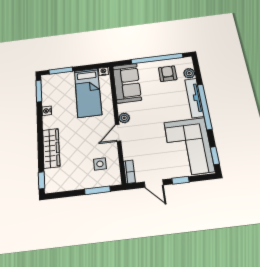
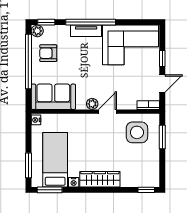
plant: (189, 73) -> (37, 31), moved
bed: (88, 92) -> (55, 160), moved, turned -90
tv unit: (194, 98) -> (86, 31), width x0.71
door: (118, 133) -> (107, 112), swing flipped
wardrobe: (51, 148) -> (100, 179), moved
window: (215, 156) -> (46, 22), moved
side table: (100, 164) -> (137, 132), width x1.87, depth x1.87

